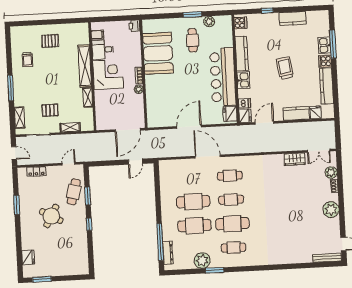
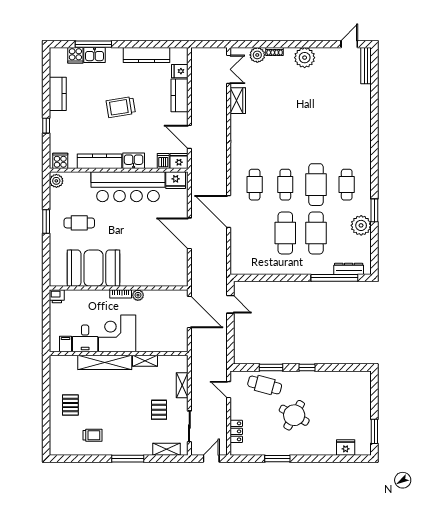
plant: (209, 22) -> (56, 181), moved
cooker: (325, 61) -> (75, 55), moved
door: (208, 157) -> (229, 211), hinge flipped

